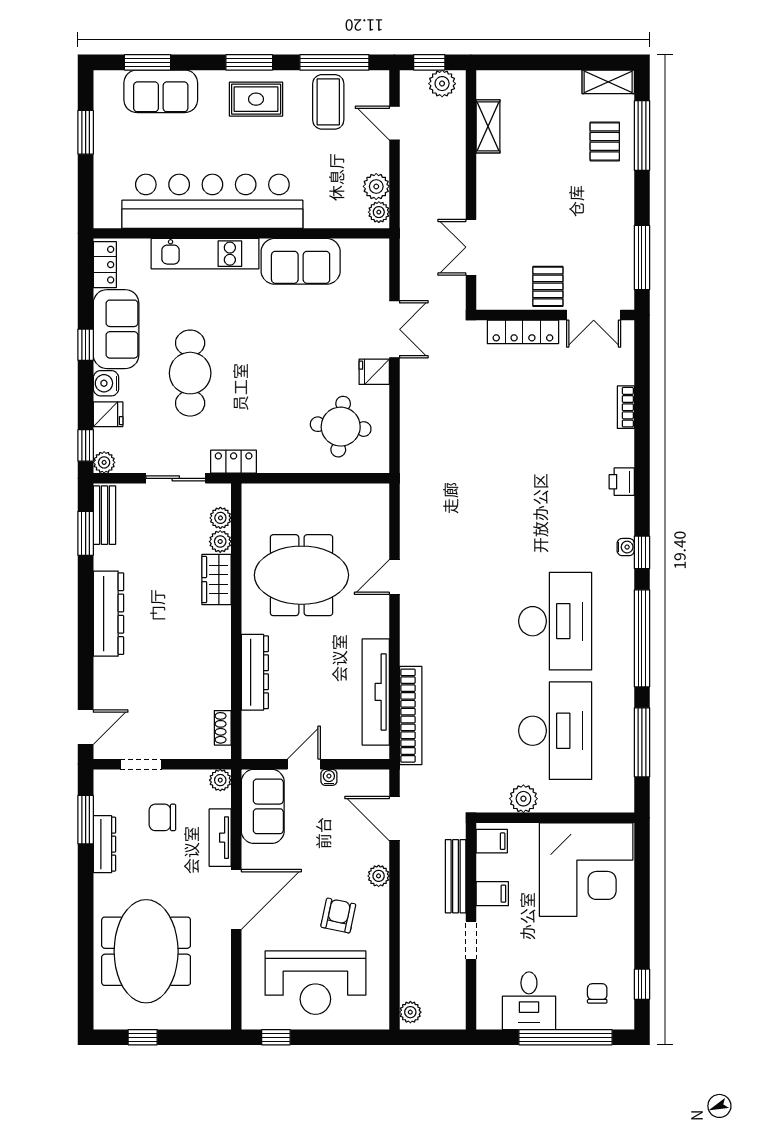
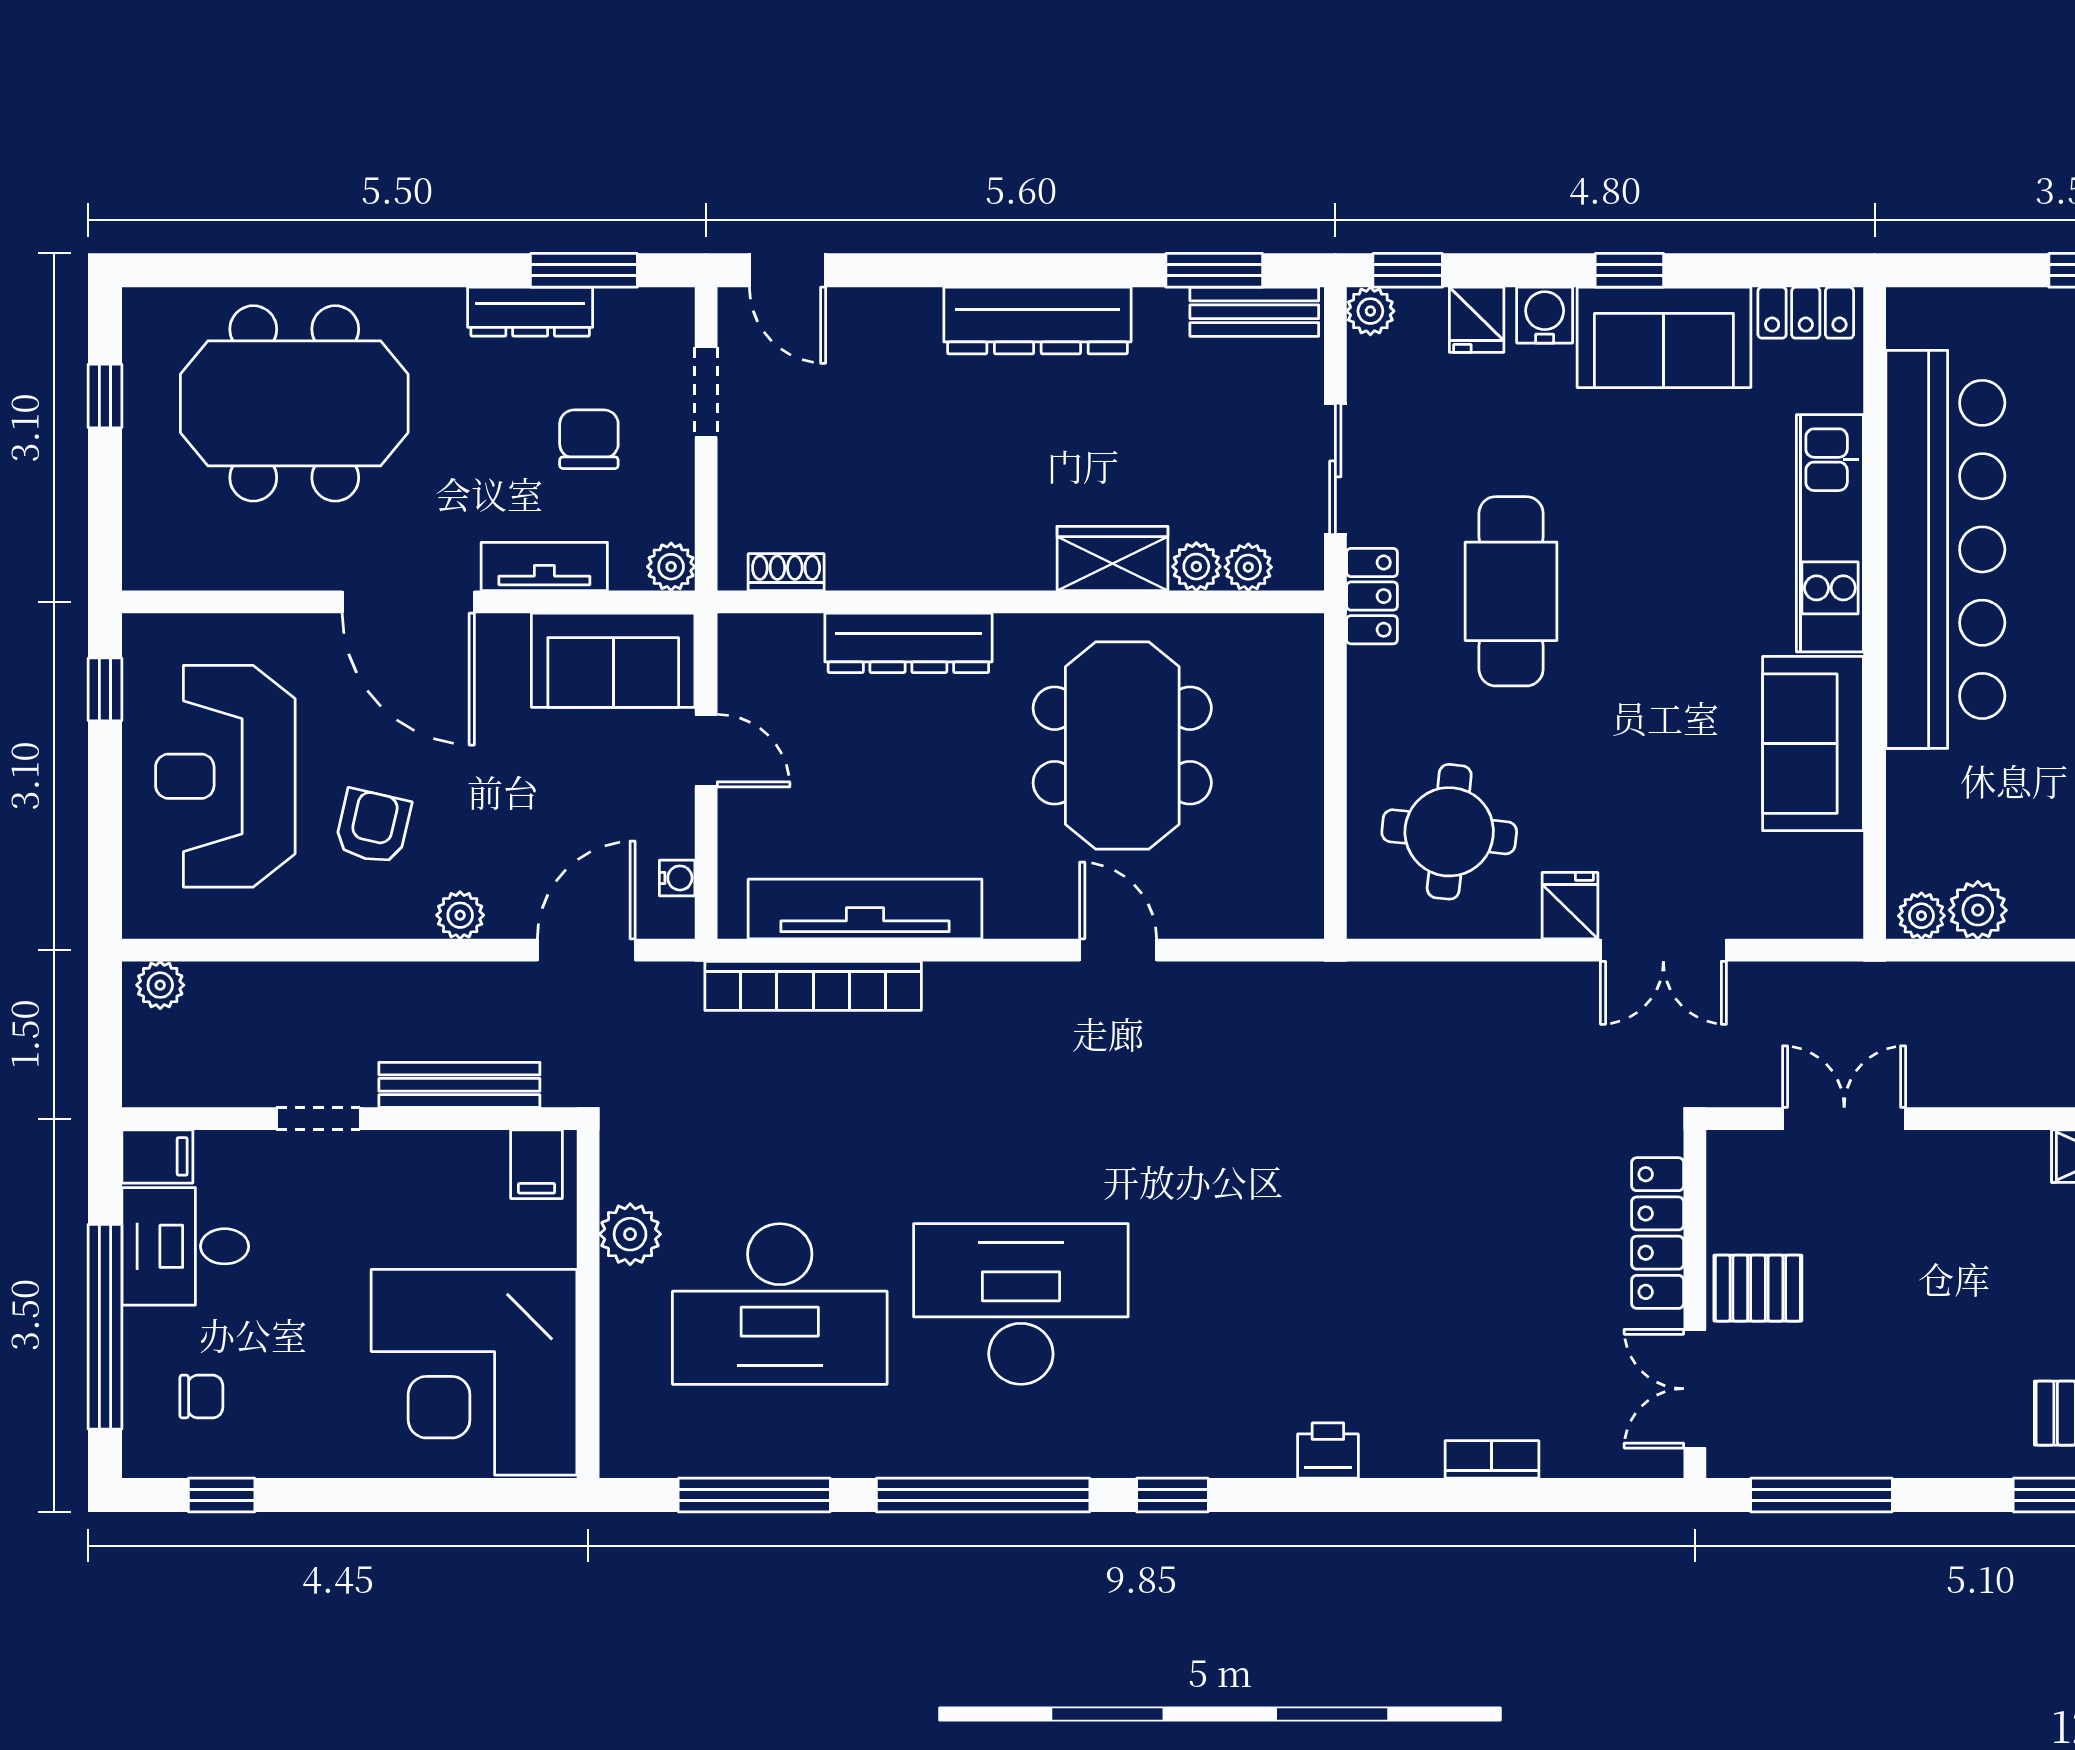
cafe table: (190, 373) -> (1511, 591), moved, turned 90
water cooler: (626, 547) -> (1184, 1459), removed
desk: (555, 621) -> (1021, 1304), turned 180
water cooler: (329, 777) -> (677, 878), moved
filing cabinet: (492, 894) -> (157, 1156), moved, turned -90
armchair: (338, 916) -> (373, 827), turned -89

